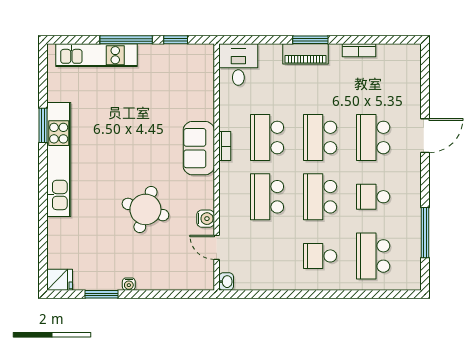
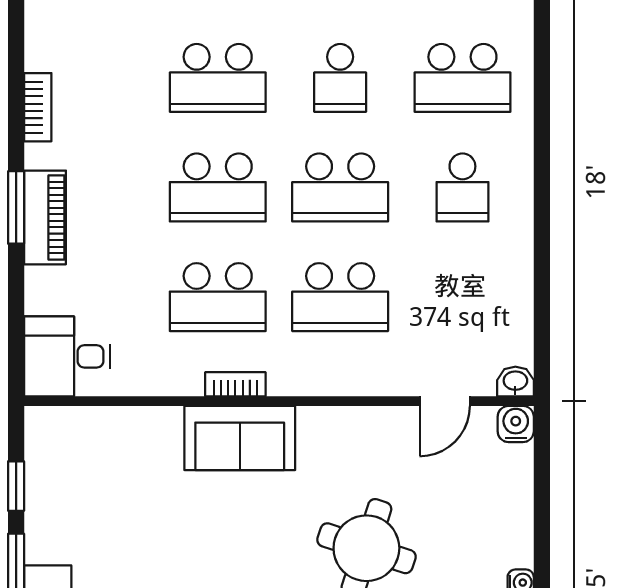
water cooler: (206, 219) -> (516, 424), moved

